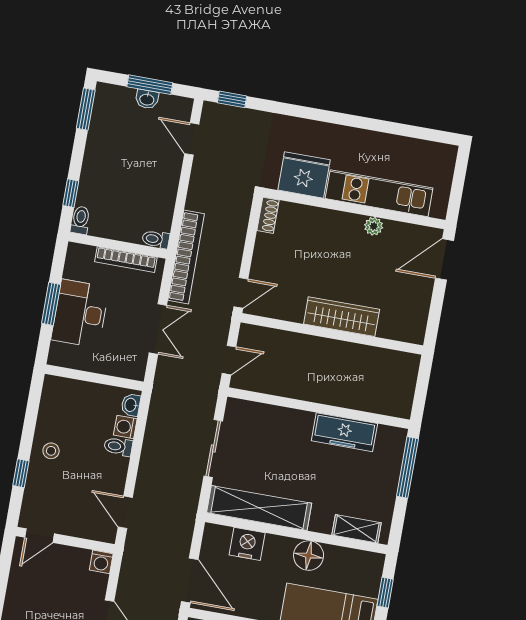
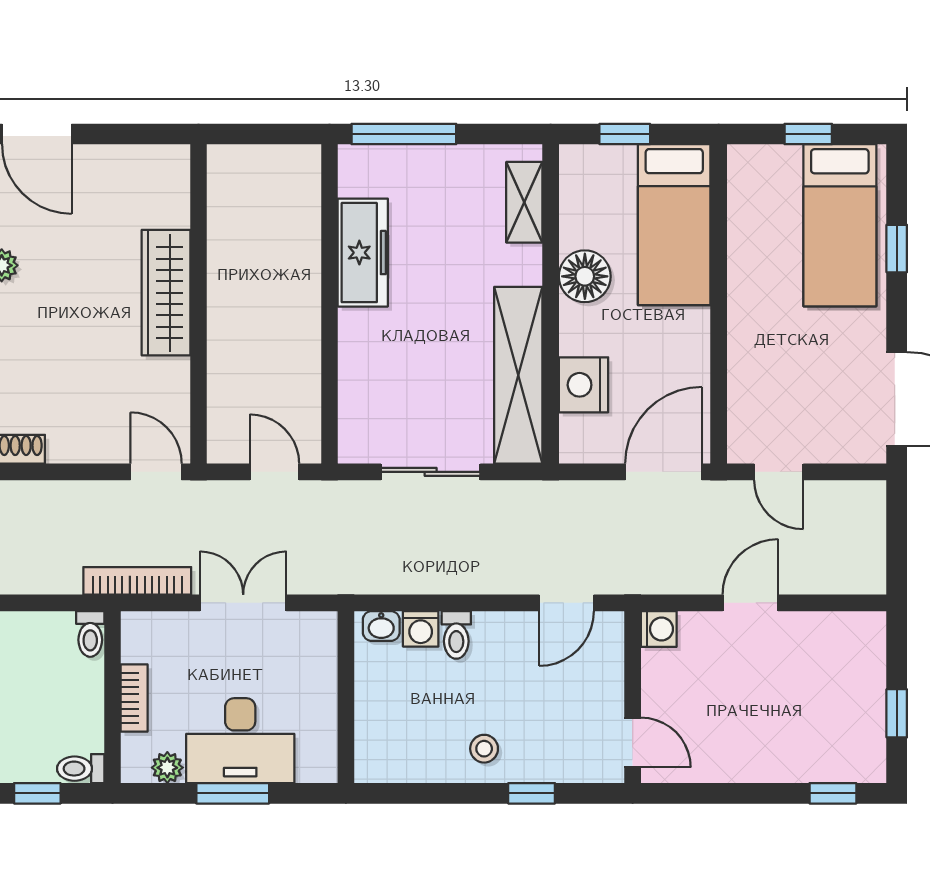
bookcase: (186, 257) -> (137, 581), width x0.68, depth x0.76
bookcase: (126, 260) -> (134, 698), width x0.64
plant: (72, 269) -> (167, 768), added

